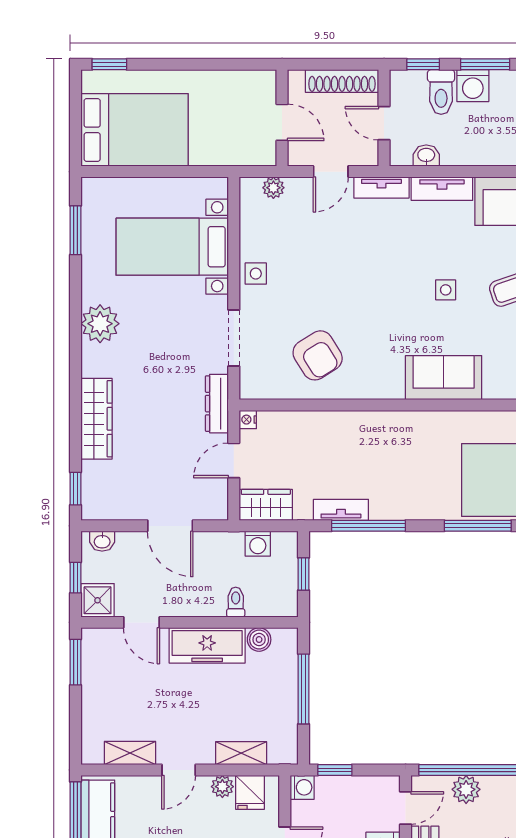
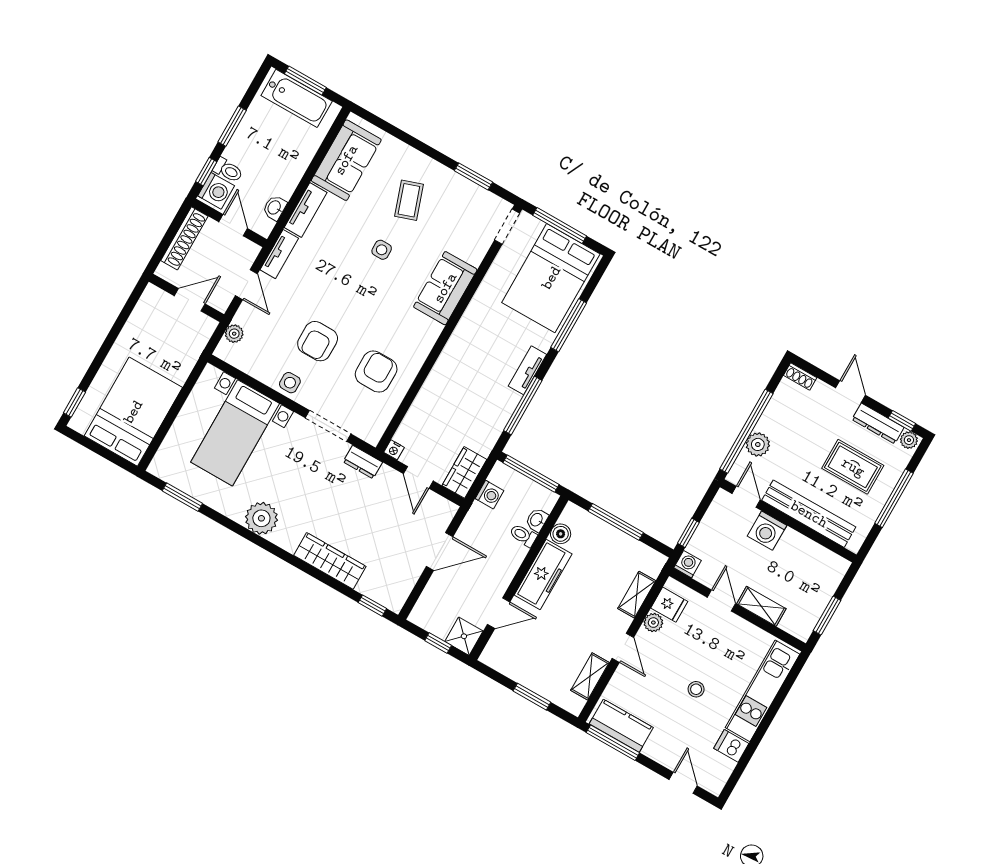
washing machine: (473, 86) -> (216, 191), moved
toilet: (441, 92) -> (228, 170), width x0.73, depth x0.72
door: (384, 123) -> (233, 225), swing flipped
armchair: (314, 278) -> (318, 341), added
armchair: (318, 355) -> (376, 372), turned -58
dresser: (217, 404) -> (363, 462), width x0.70
tv unit: (341, 510) -> (527, 370), moved
washbasin: (102, 541) -> (537, 520), moved, turned 180
window: (304, 574) -> (531, 474), width x2.17
window: (75, 662) -> (532, 697), moved

